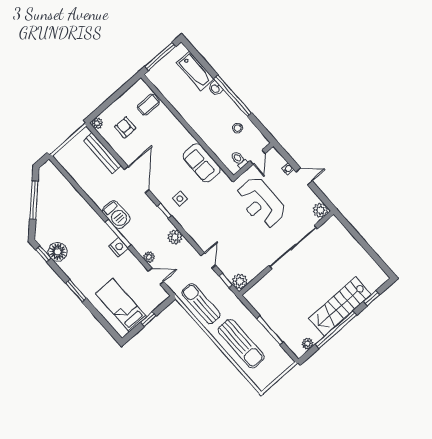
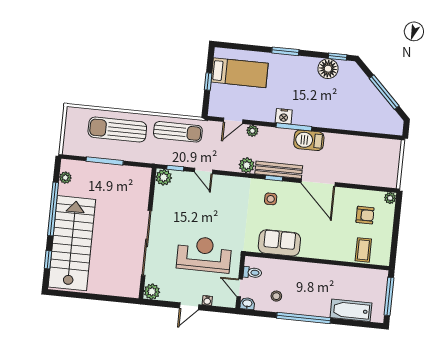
washbasin: (215, 88) -> (247, 304), moved
bench: (102, 153) -> (279, 170), moved
stairs: (340, 306) -> (72, 243), width x1.36, depth x1.51

